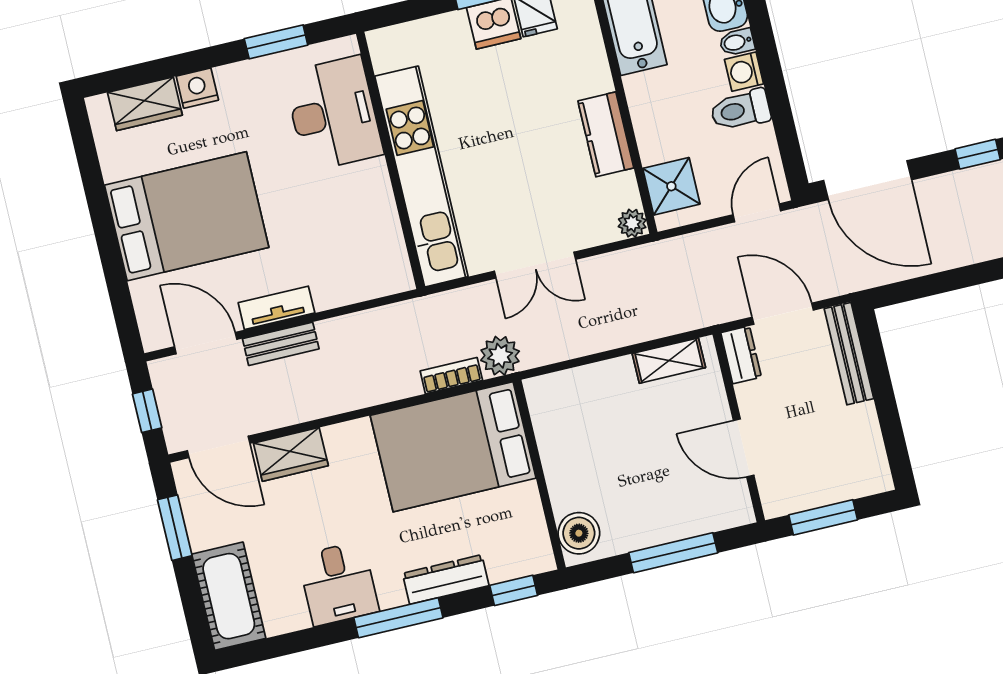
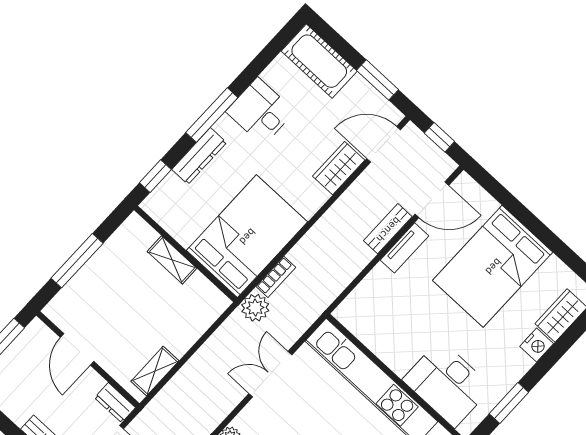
door: (744, 448) -> (77, 349), swing flipped
shelving: (560, 478) -> (172, 260), added
boiler: (579, 533) -> (140, 235), removed

